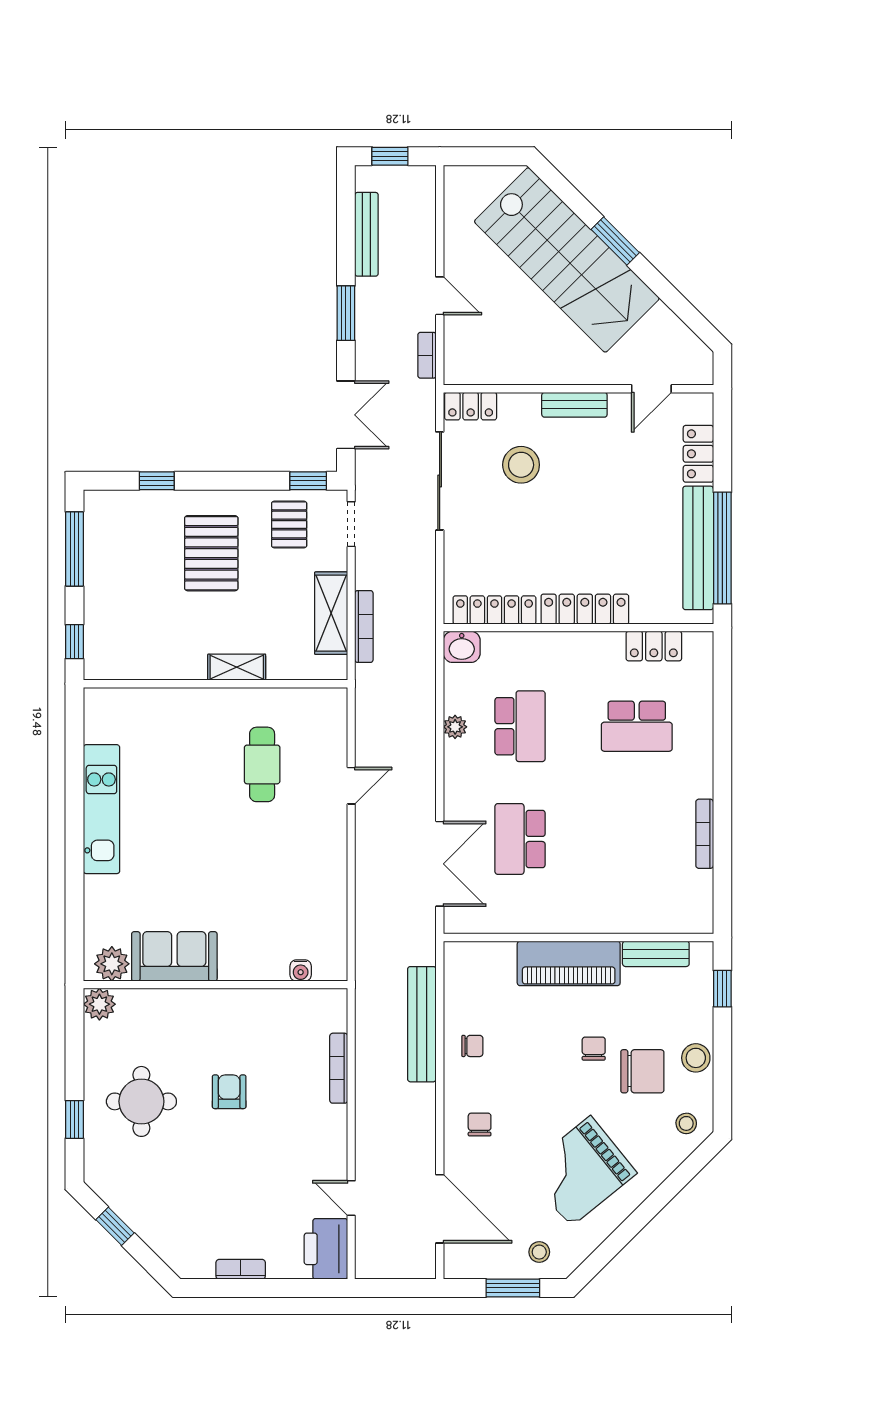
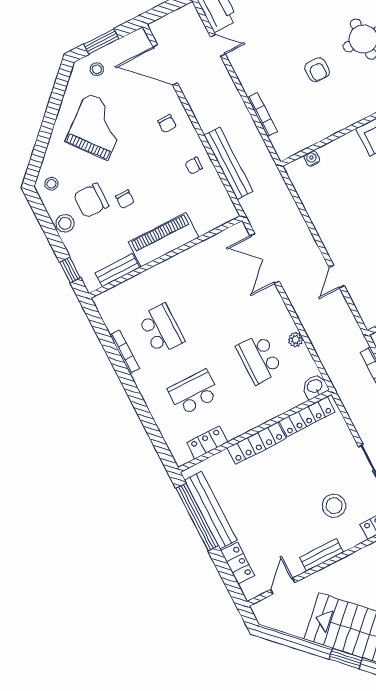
school desk: (520, 839) -> (161, 329), moved

